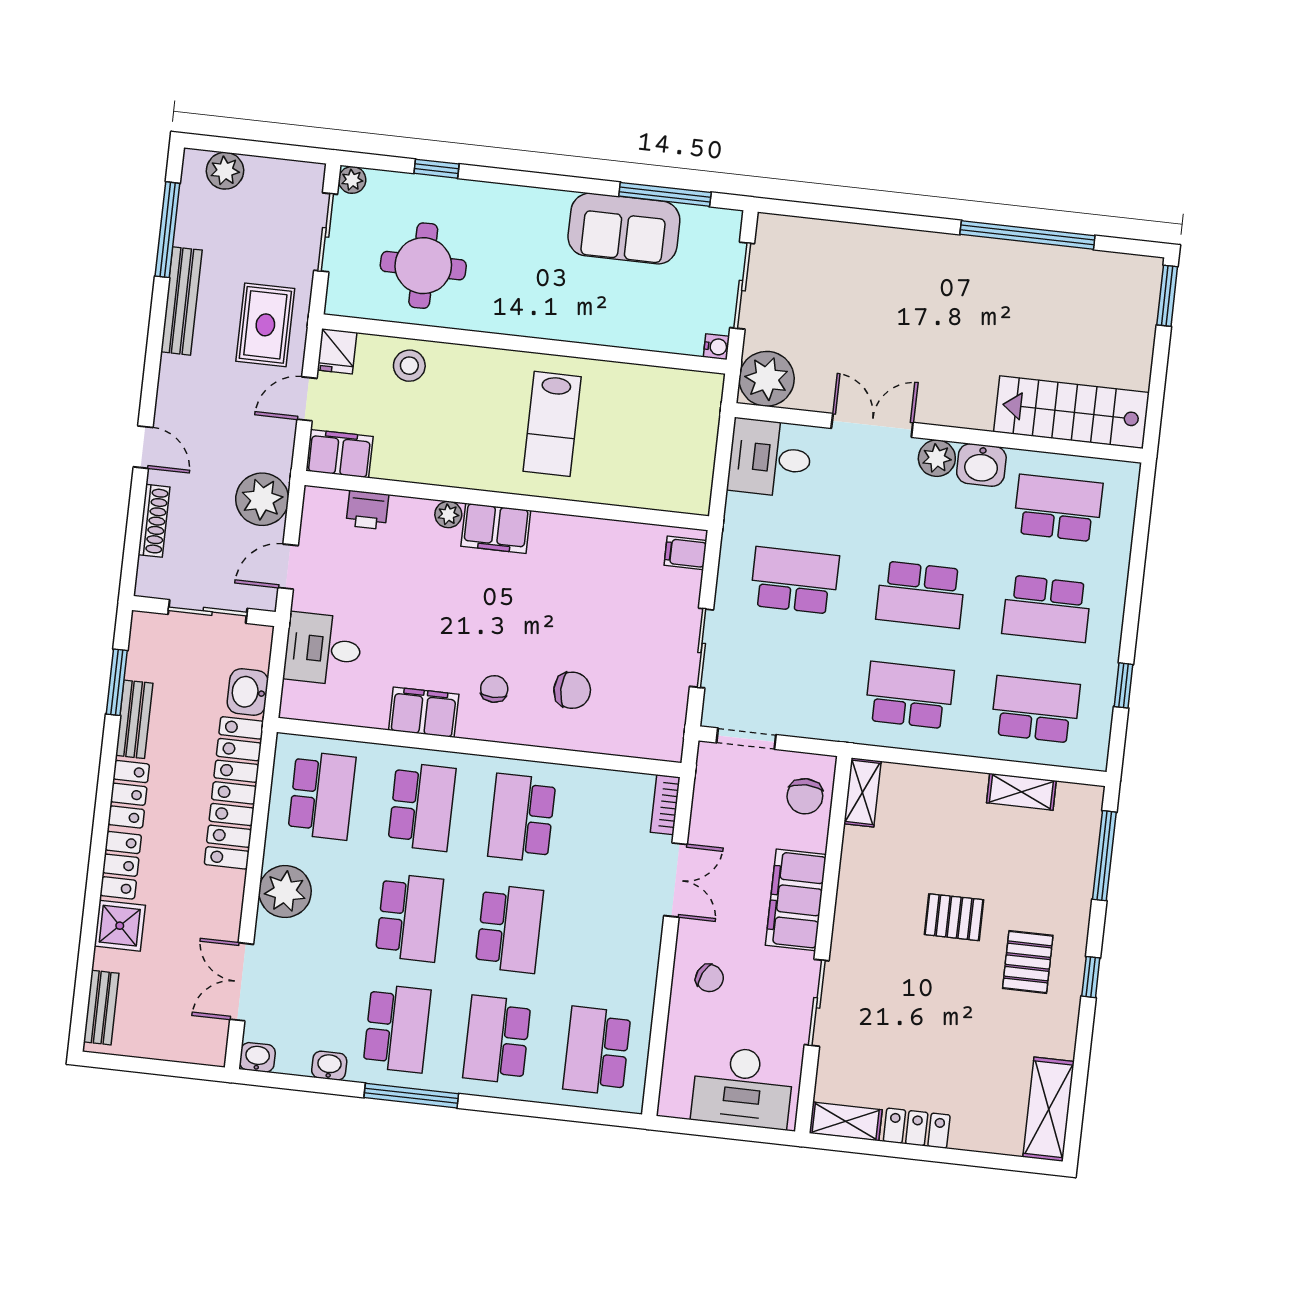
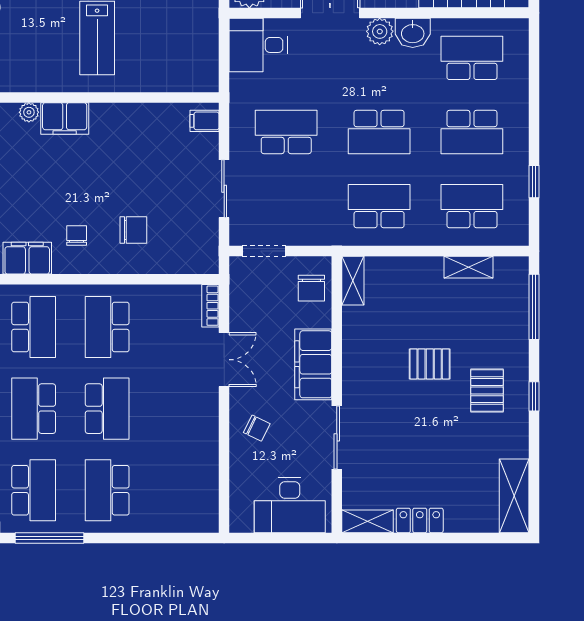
school desk: (409, 918) -> (34, 409), turned 180
school desk: (597, 1051) -> (181, 490), removed

